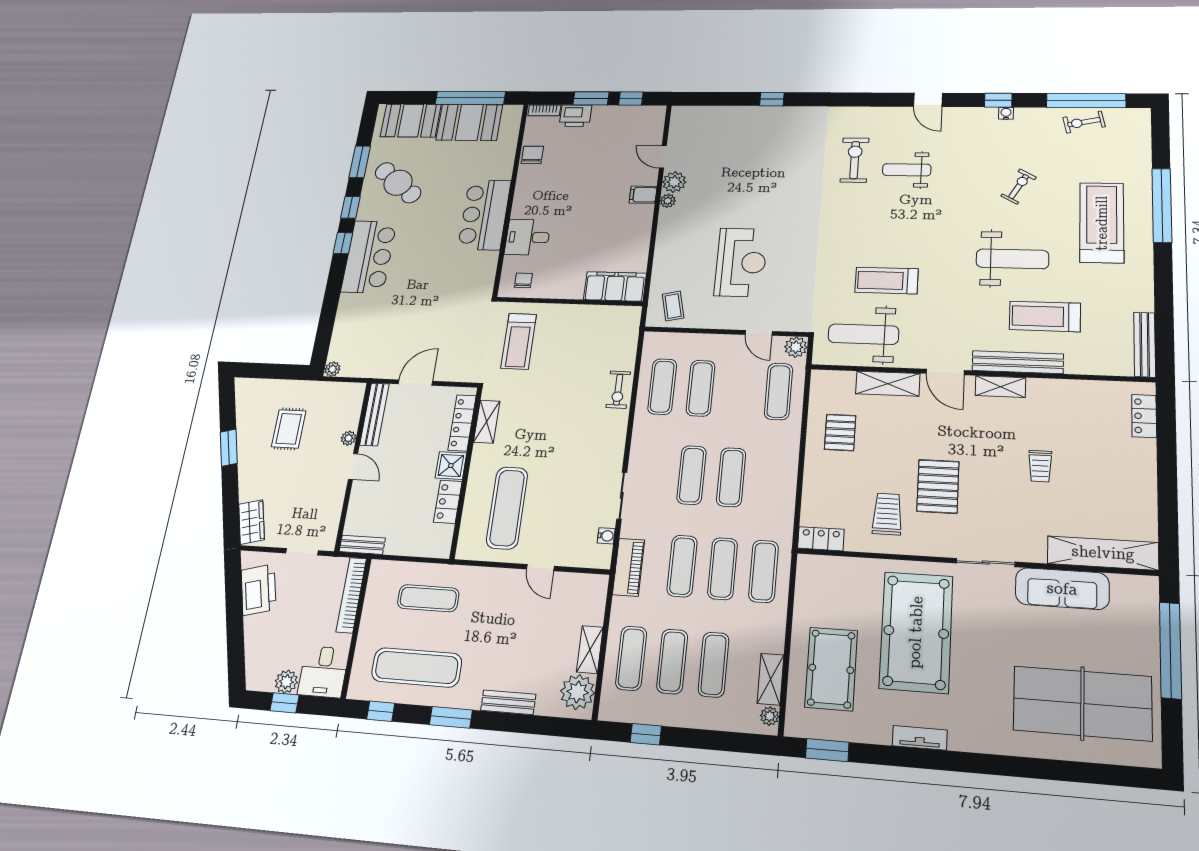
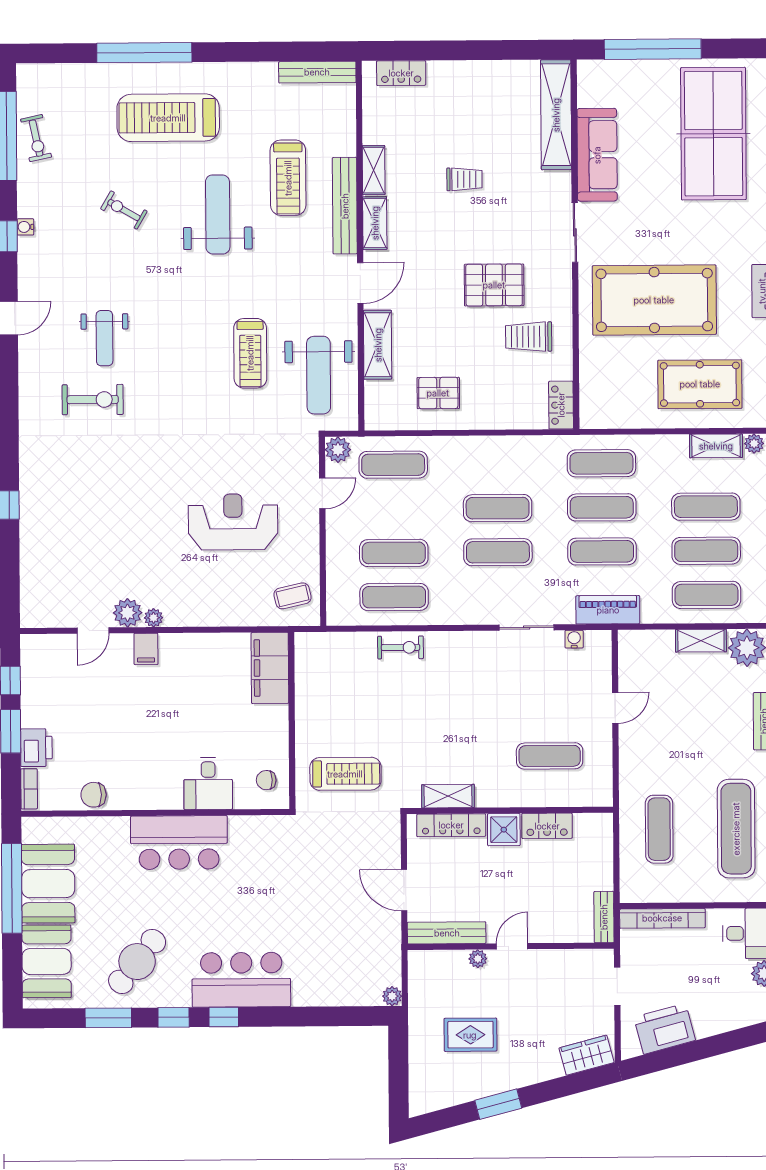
exercise bike: (855, 160) -> (93, 400), turned 180
shelving: (1051, 388) -> (374, 170), added
exercise mat: (507, 508) -> (550, 756), width x0.73, depth x0.69

